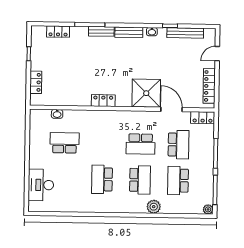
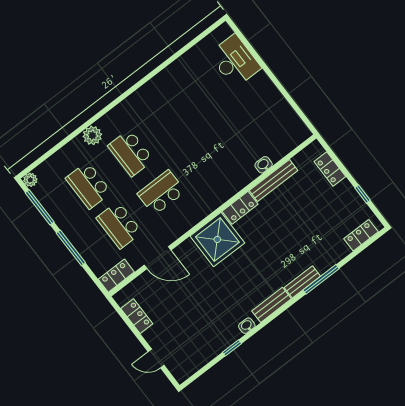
locker: (58, 32) -> (361, 235), moved
bench: (185, 33) -> (273, 180), moved
door: (217, 54) -> (156, 359), swing flipped
locker: (209, 86) -> (137, 316), width x0.66
shower: (146, 93) -> (217, 239), moved
washbasin: (57, 114) -> (264, 165), moved
school desk: (65, 143) -> (246, 128), removed
school desk: (102, 179) -> (173, 120), removed
school desk: (178, 181) -> (88, 185), turned 180

